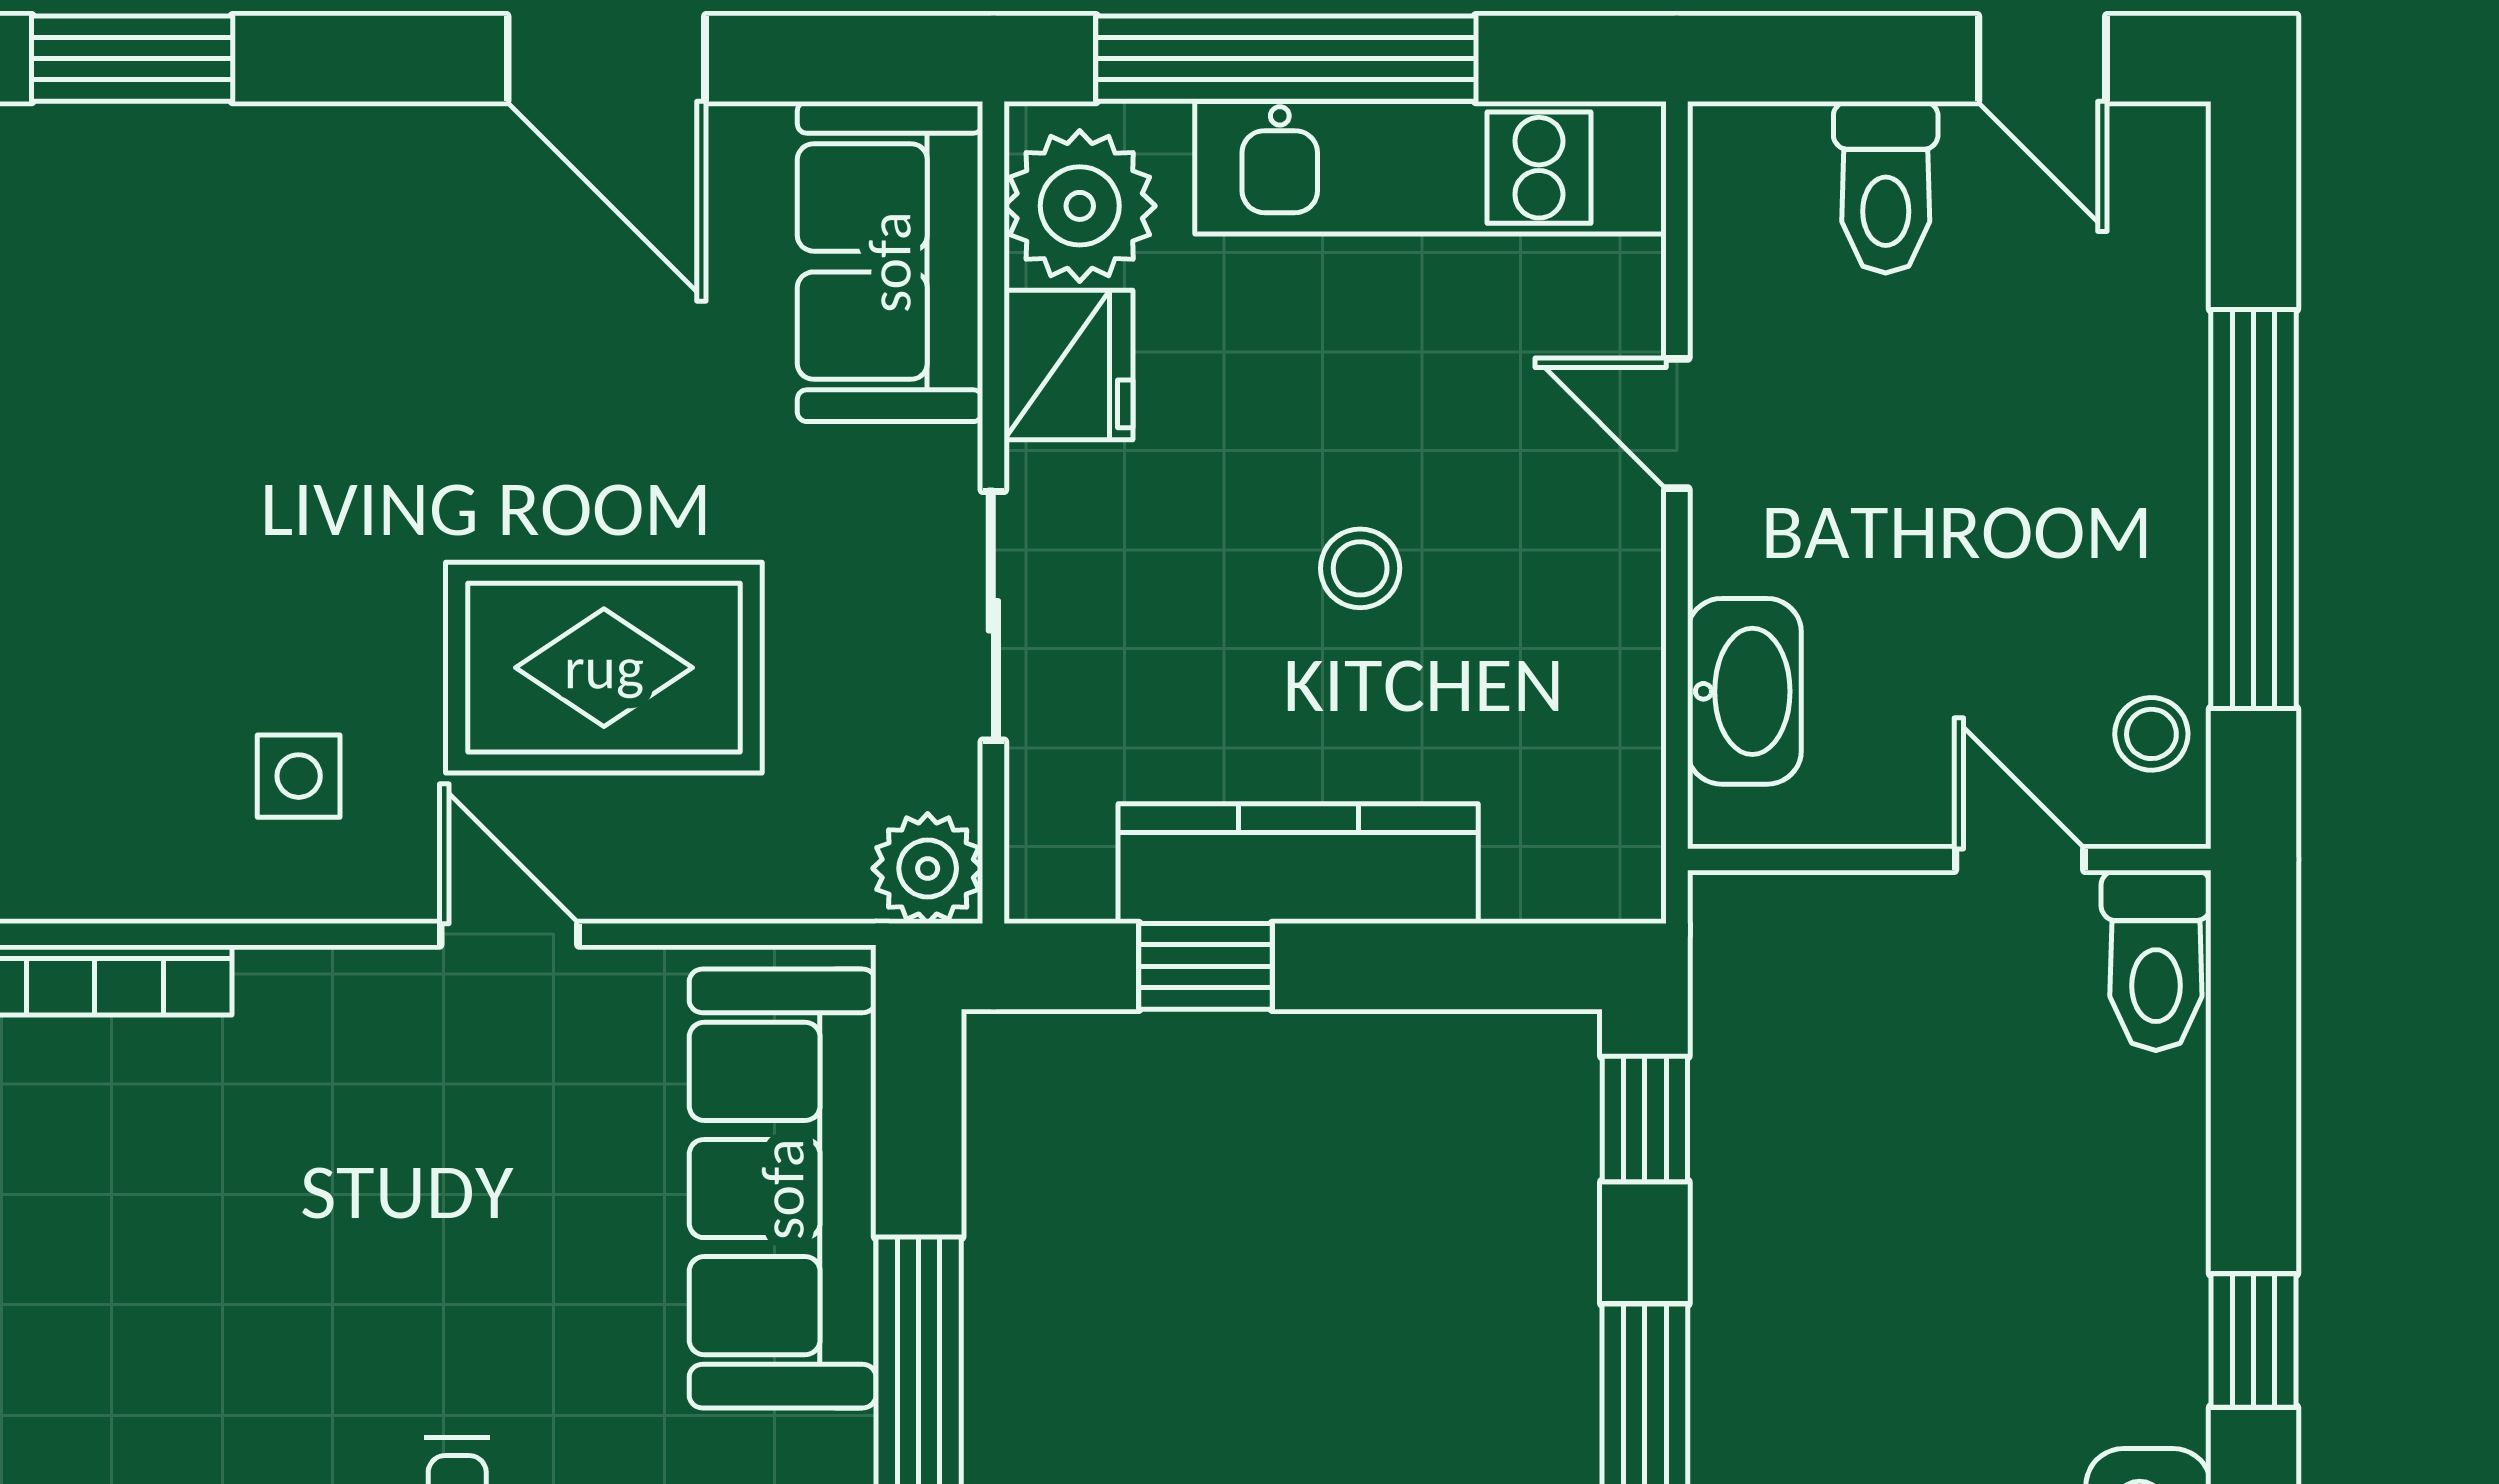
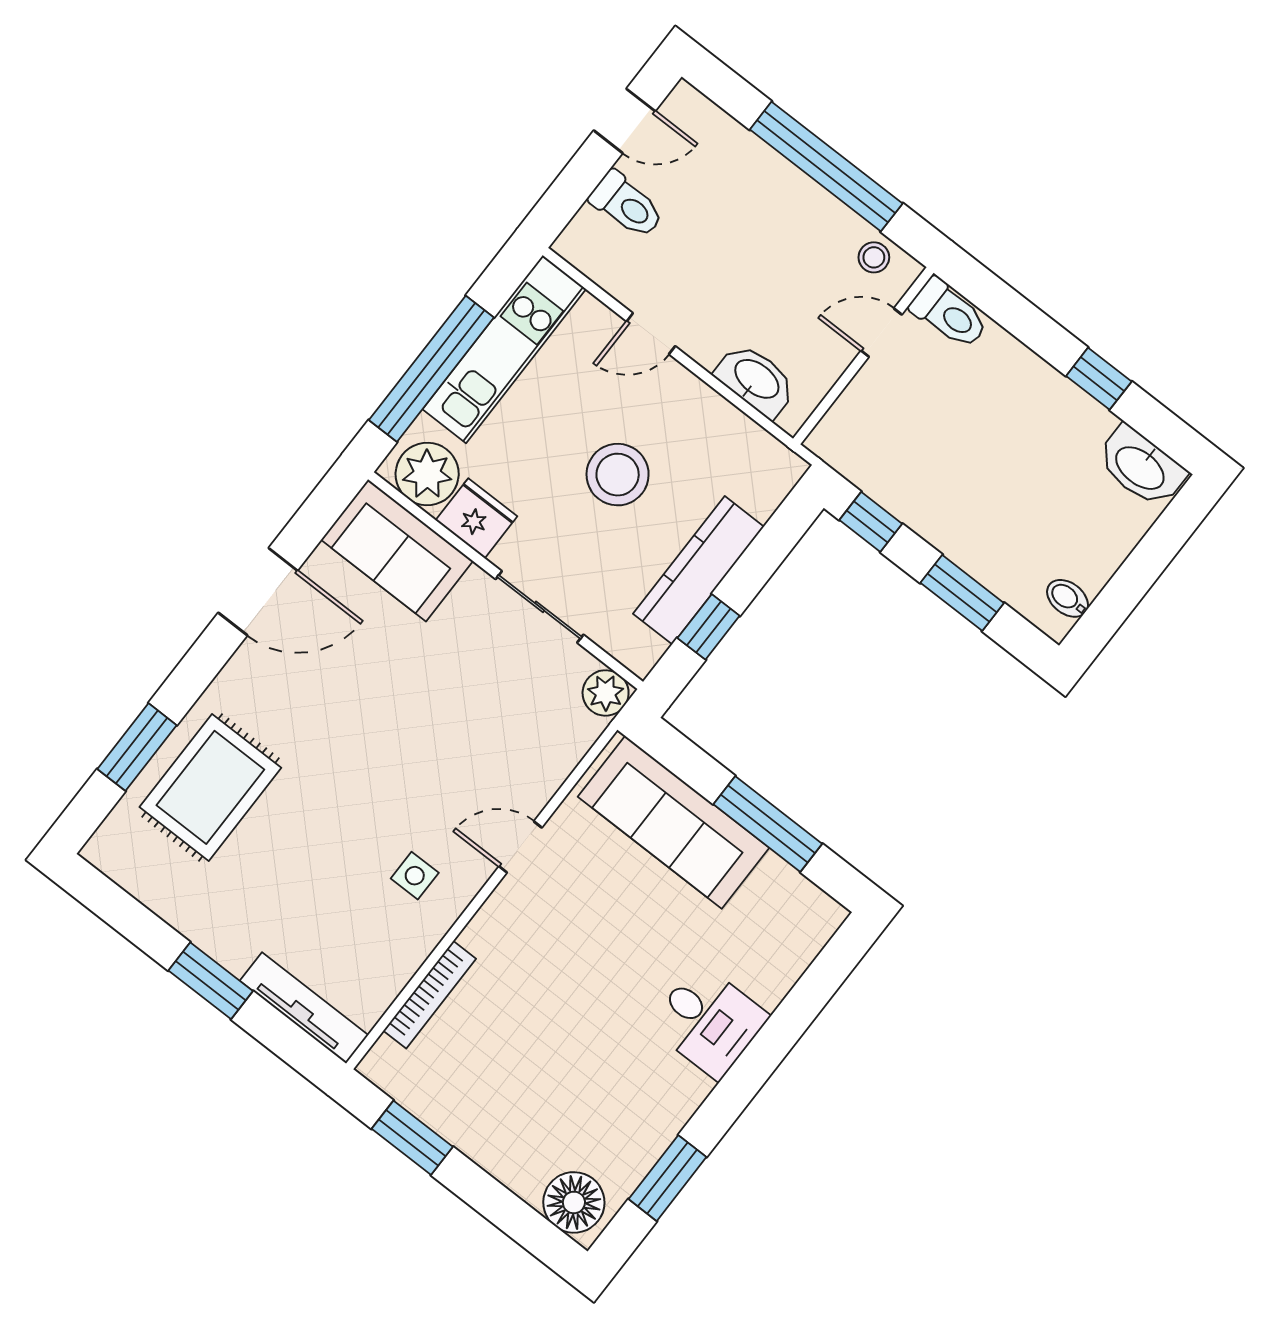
stool: (1360, 568) -> (618, 475), width x1.89, depth x1.89
rug: (604, 668) -> (210, 787), moved

